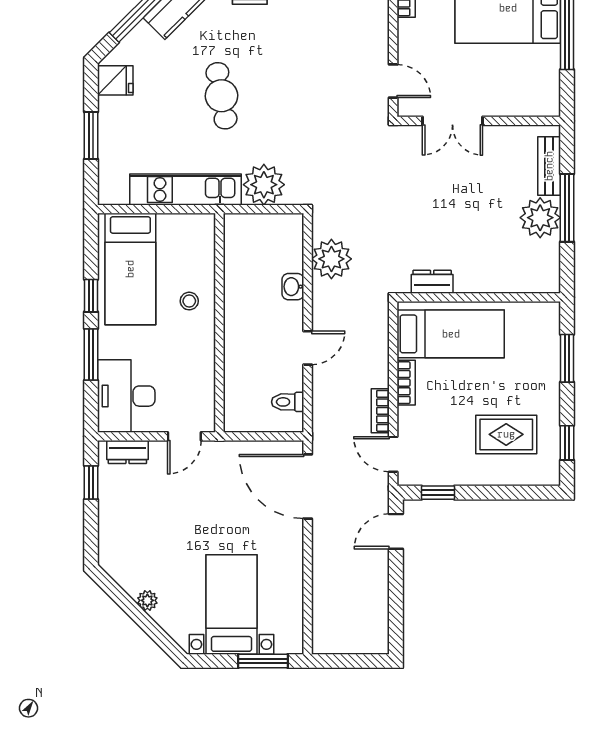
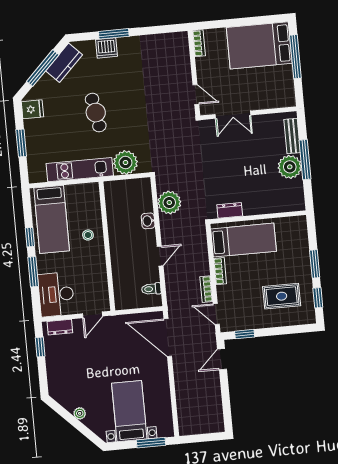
window: (567, 358) -> (315, 264), moved

